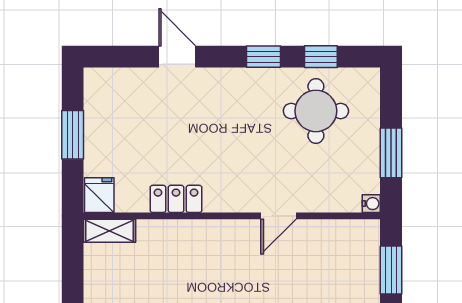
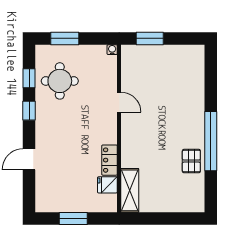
window: (391, 153) -> (65, 38), moved
fridge: (99, 195) -> (107, 185), moved
shelving: (109, 231) -> (130, 190), width x1.50, depth x1.33

